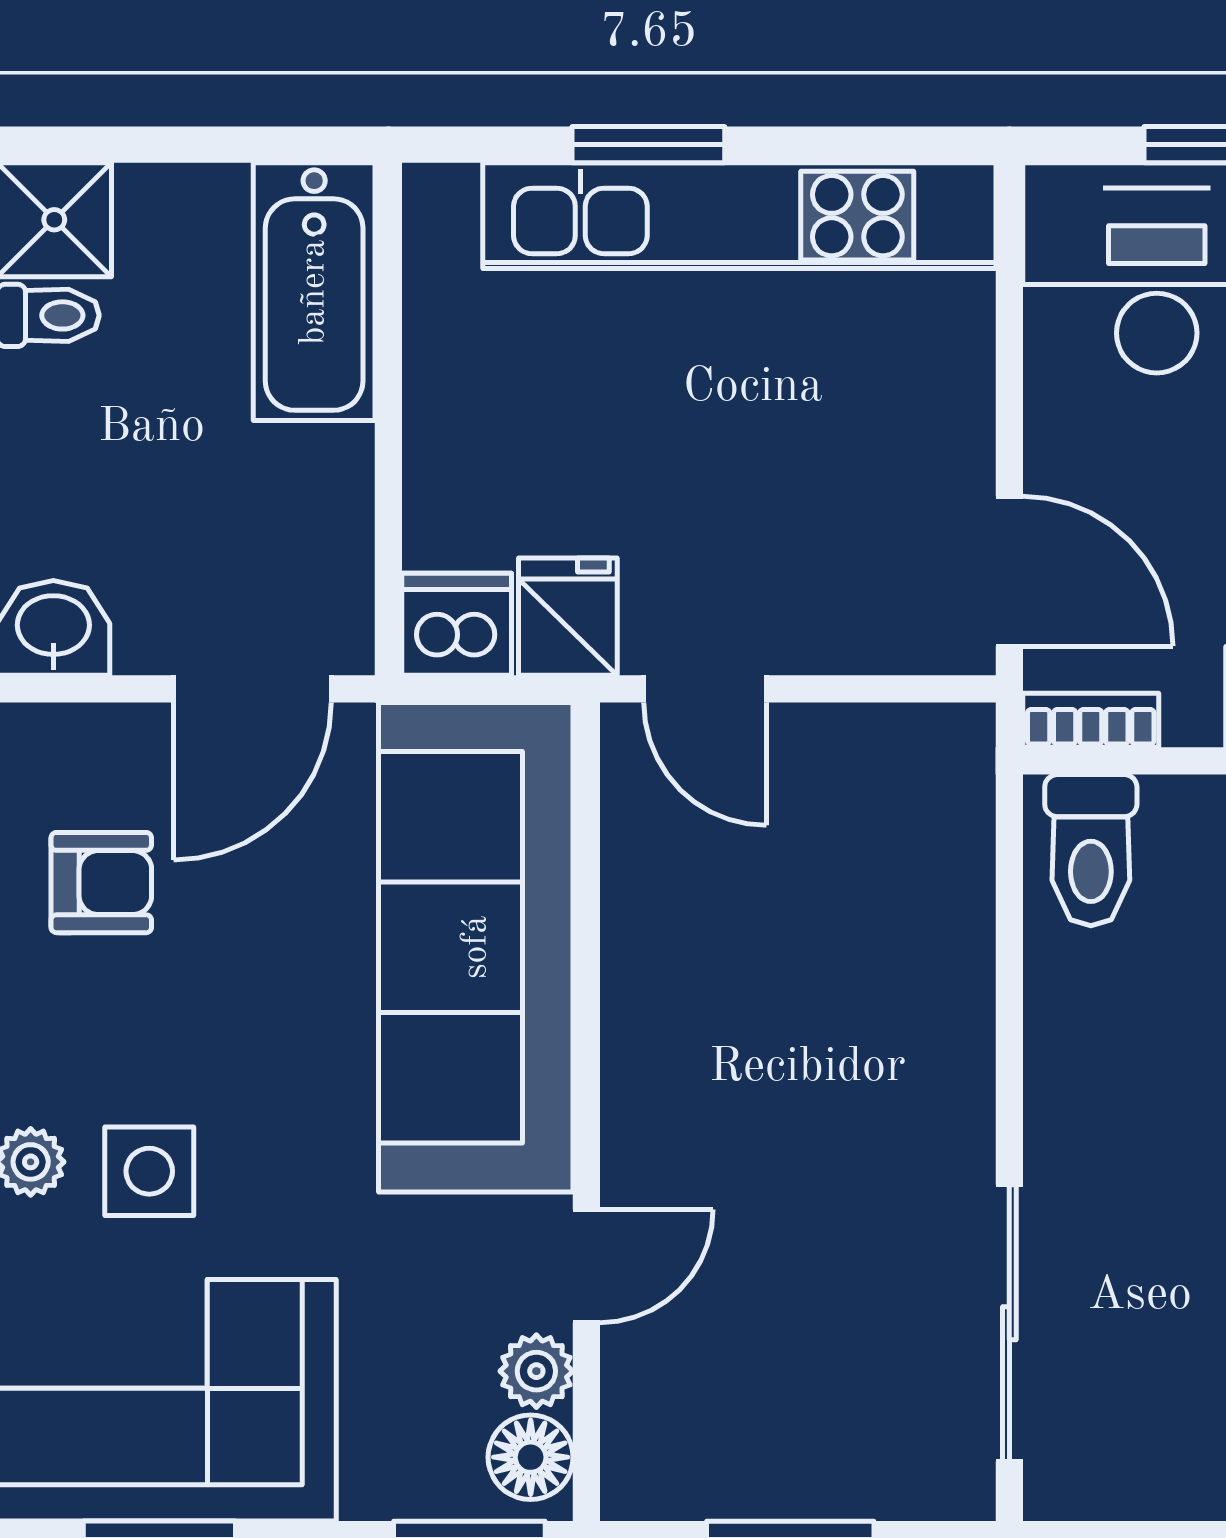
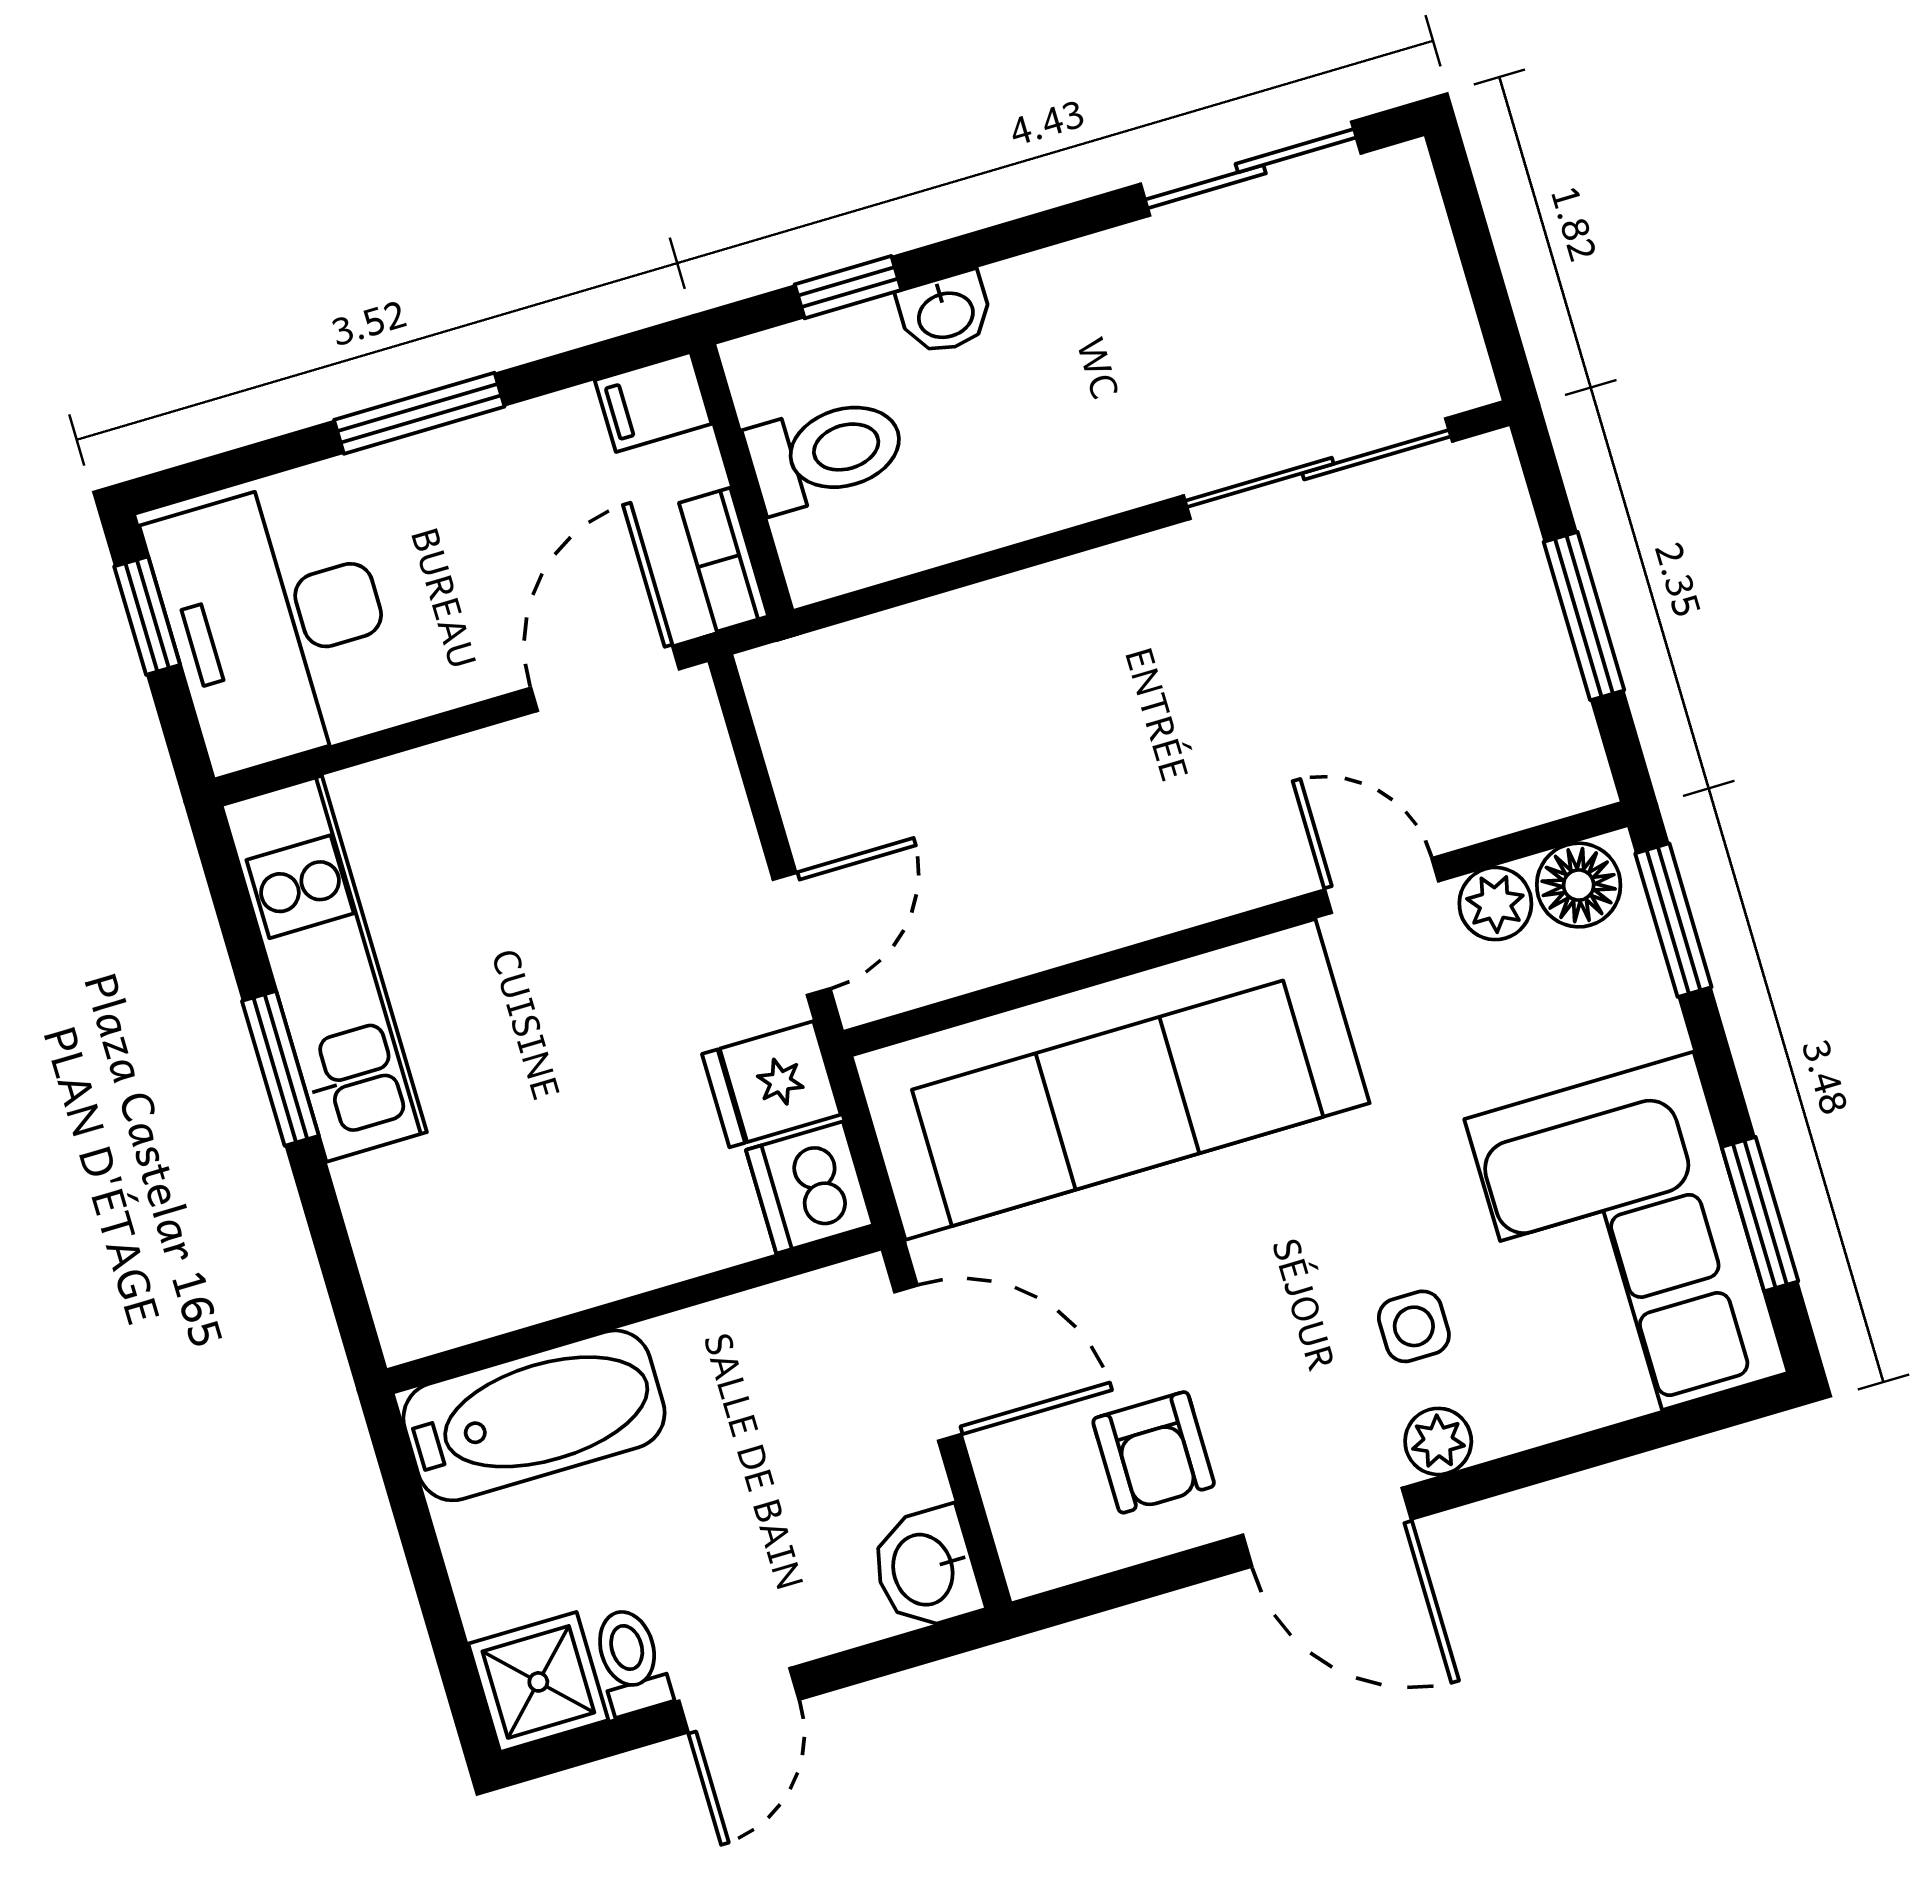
window: (648, 145) -> (280, 1068), moved
kitchen unit: (739, 216) -> (324, 969), width x0.73
toilet: (1091, 850) -> (826, 453), moved
armchair: (101, 883) -> (1154, 1452), turned 180
side table: (149, 1171) -> (1414, 1326), width x0.73, depth x0.73

